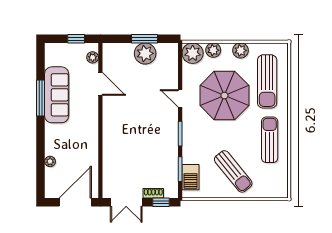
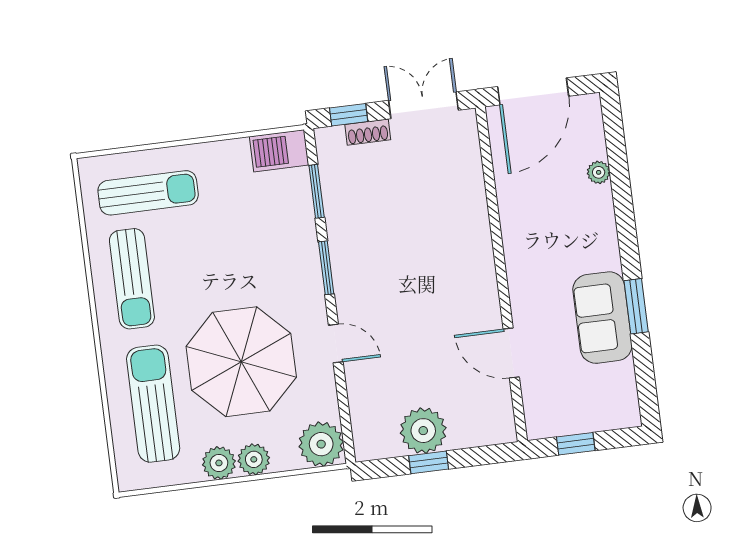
window: (144, 39) -> (429, 462), width x0.67
plant: (213, 50) -> (254, 459), moved
plant: (93, 57) -> (535, 408), removed
sofa: (57, 95) -> (602, 318), width x0.73
window: (41, 98) -> (636, 306), width x0.69
sun lounger: (233, 171) -> (148, 193), moved, turned 129
barbecue: (191, 177) -> (279, 151), moved, turned -90

